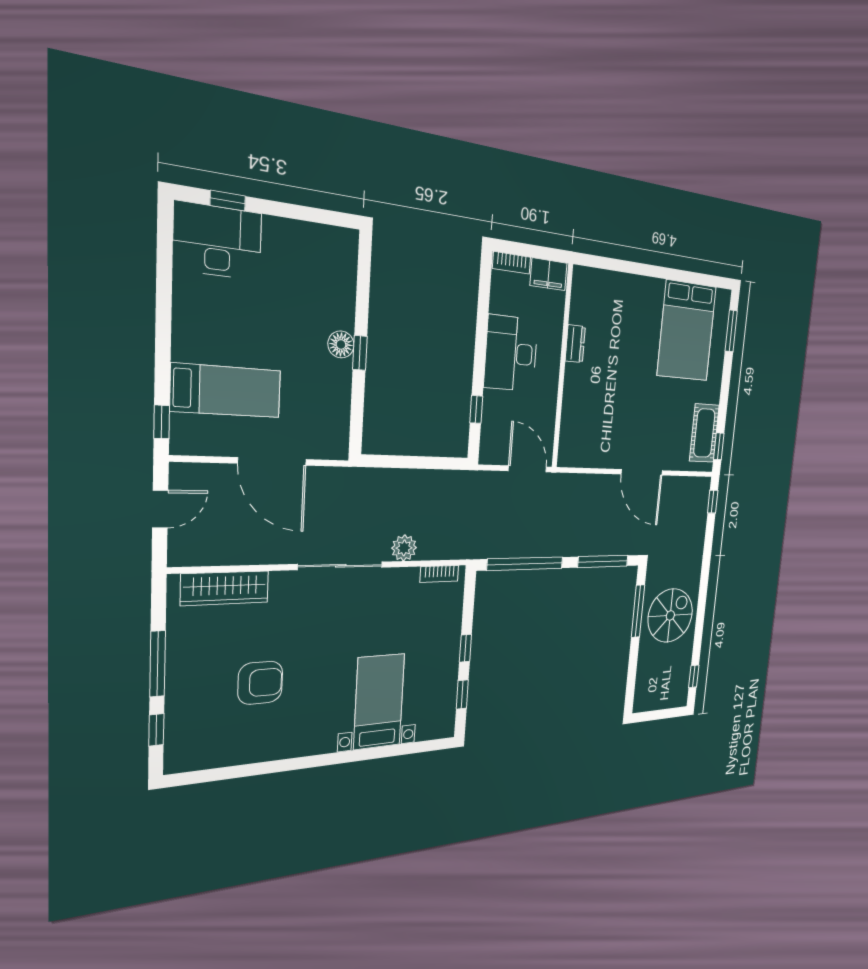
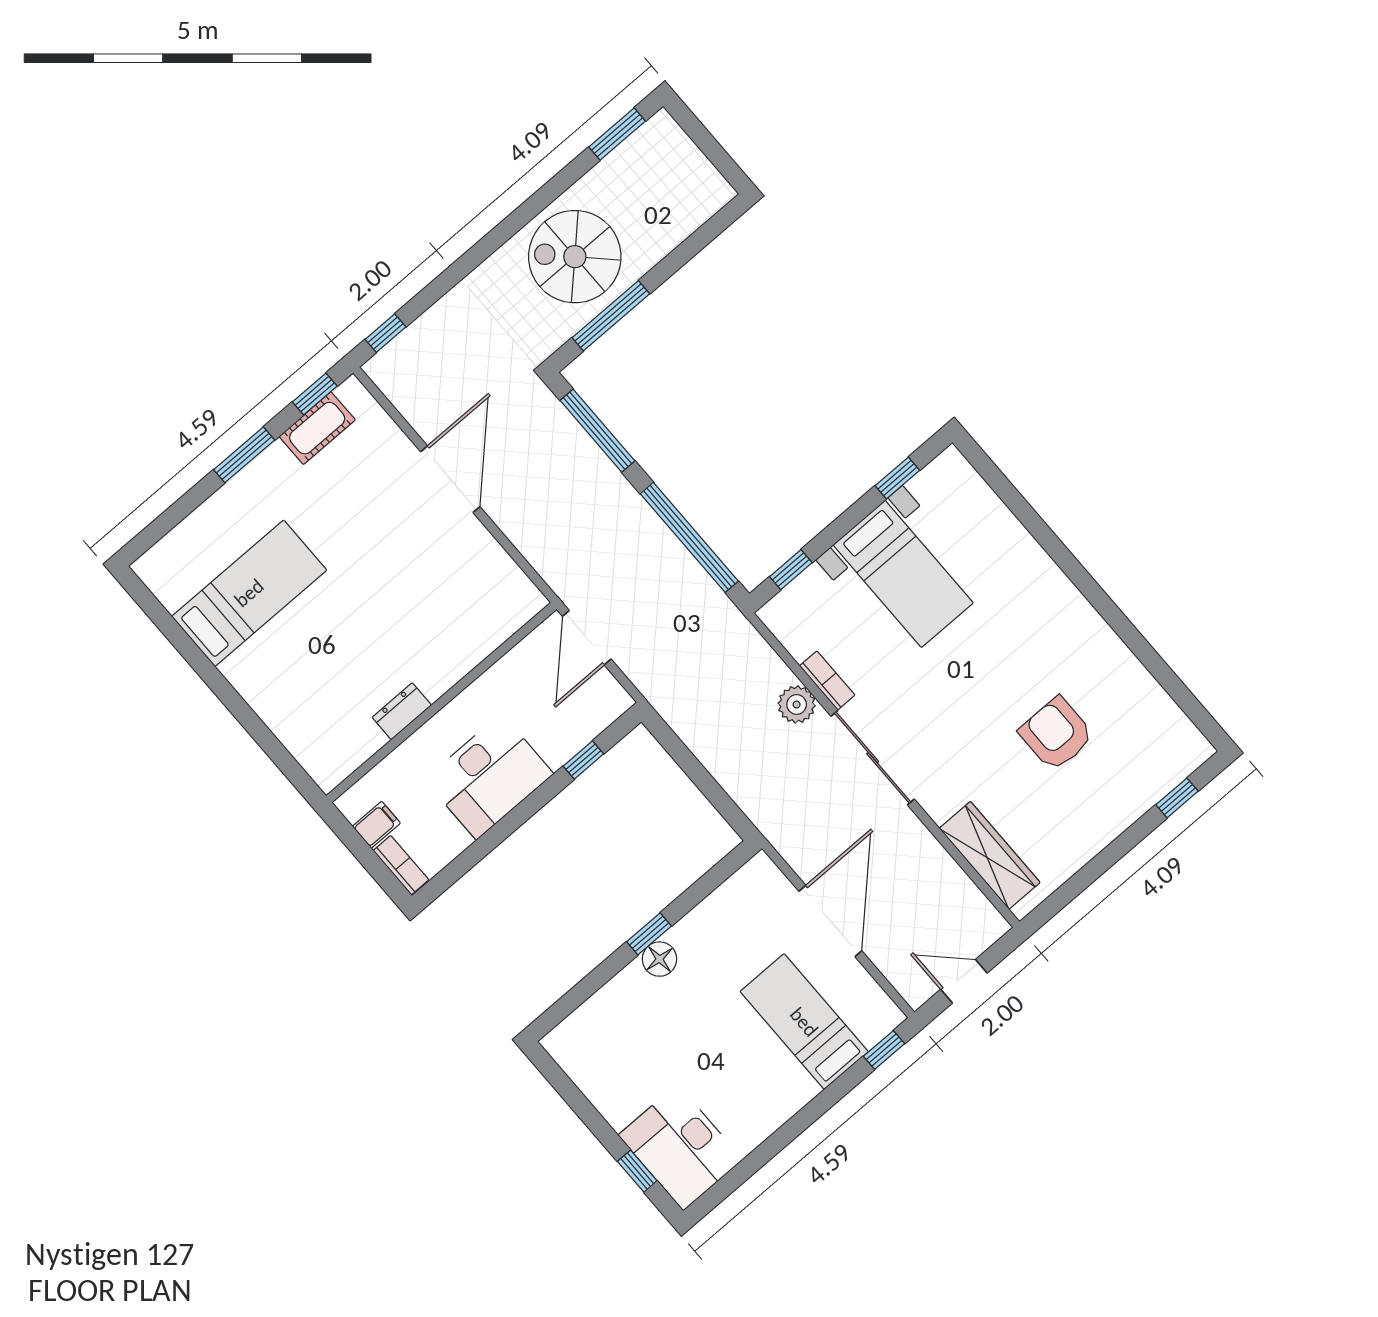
filing cabinet: (549, 274) -> (376, 825), width x0.50
bed: (687, 331) -> (249, 593), width x0.67
window: (731, 331) -> (244, 455), moved
cot: (704, 433) -> (317, 428), width x0.73, depth x0.75
bookcase: (439, 574) -> (827, 680), moved
window: (465, 648) -> (791, 570), moved
window: (158, 664) -> (1112, 854), removed
window: (694, 676) -> (617, 134), width x1.50
bed with nightstands: (379, 702) -> (903, 574), moved, turned -90

